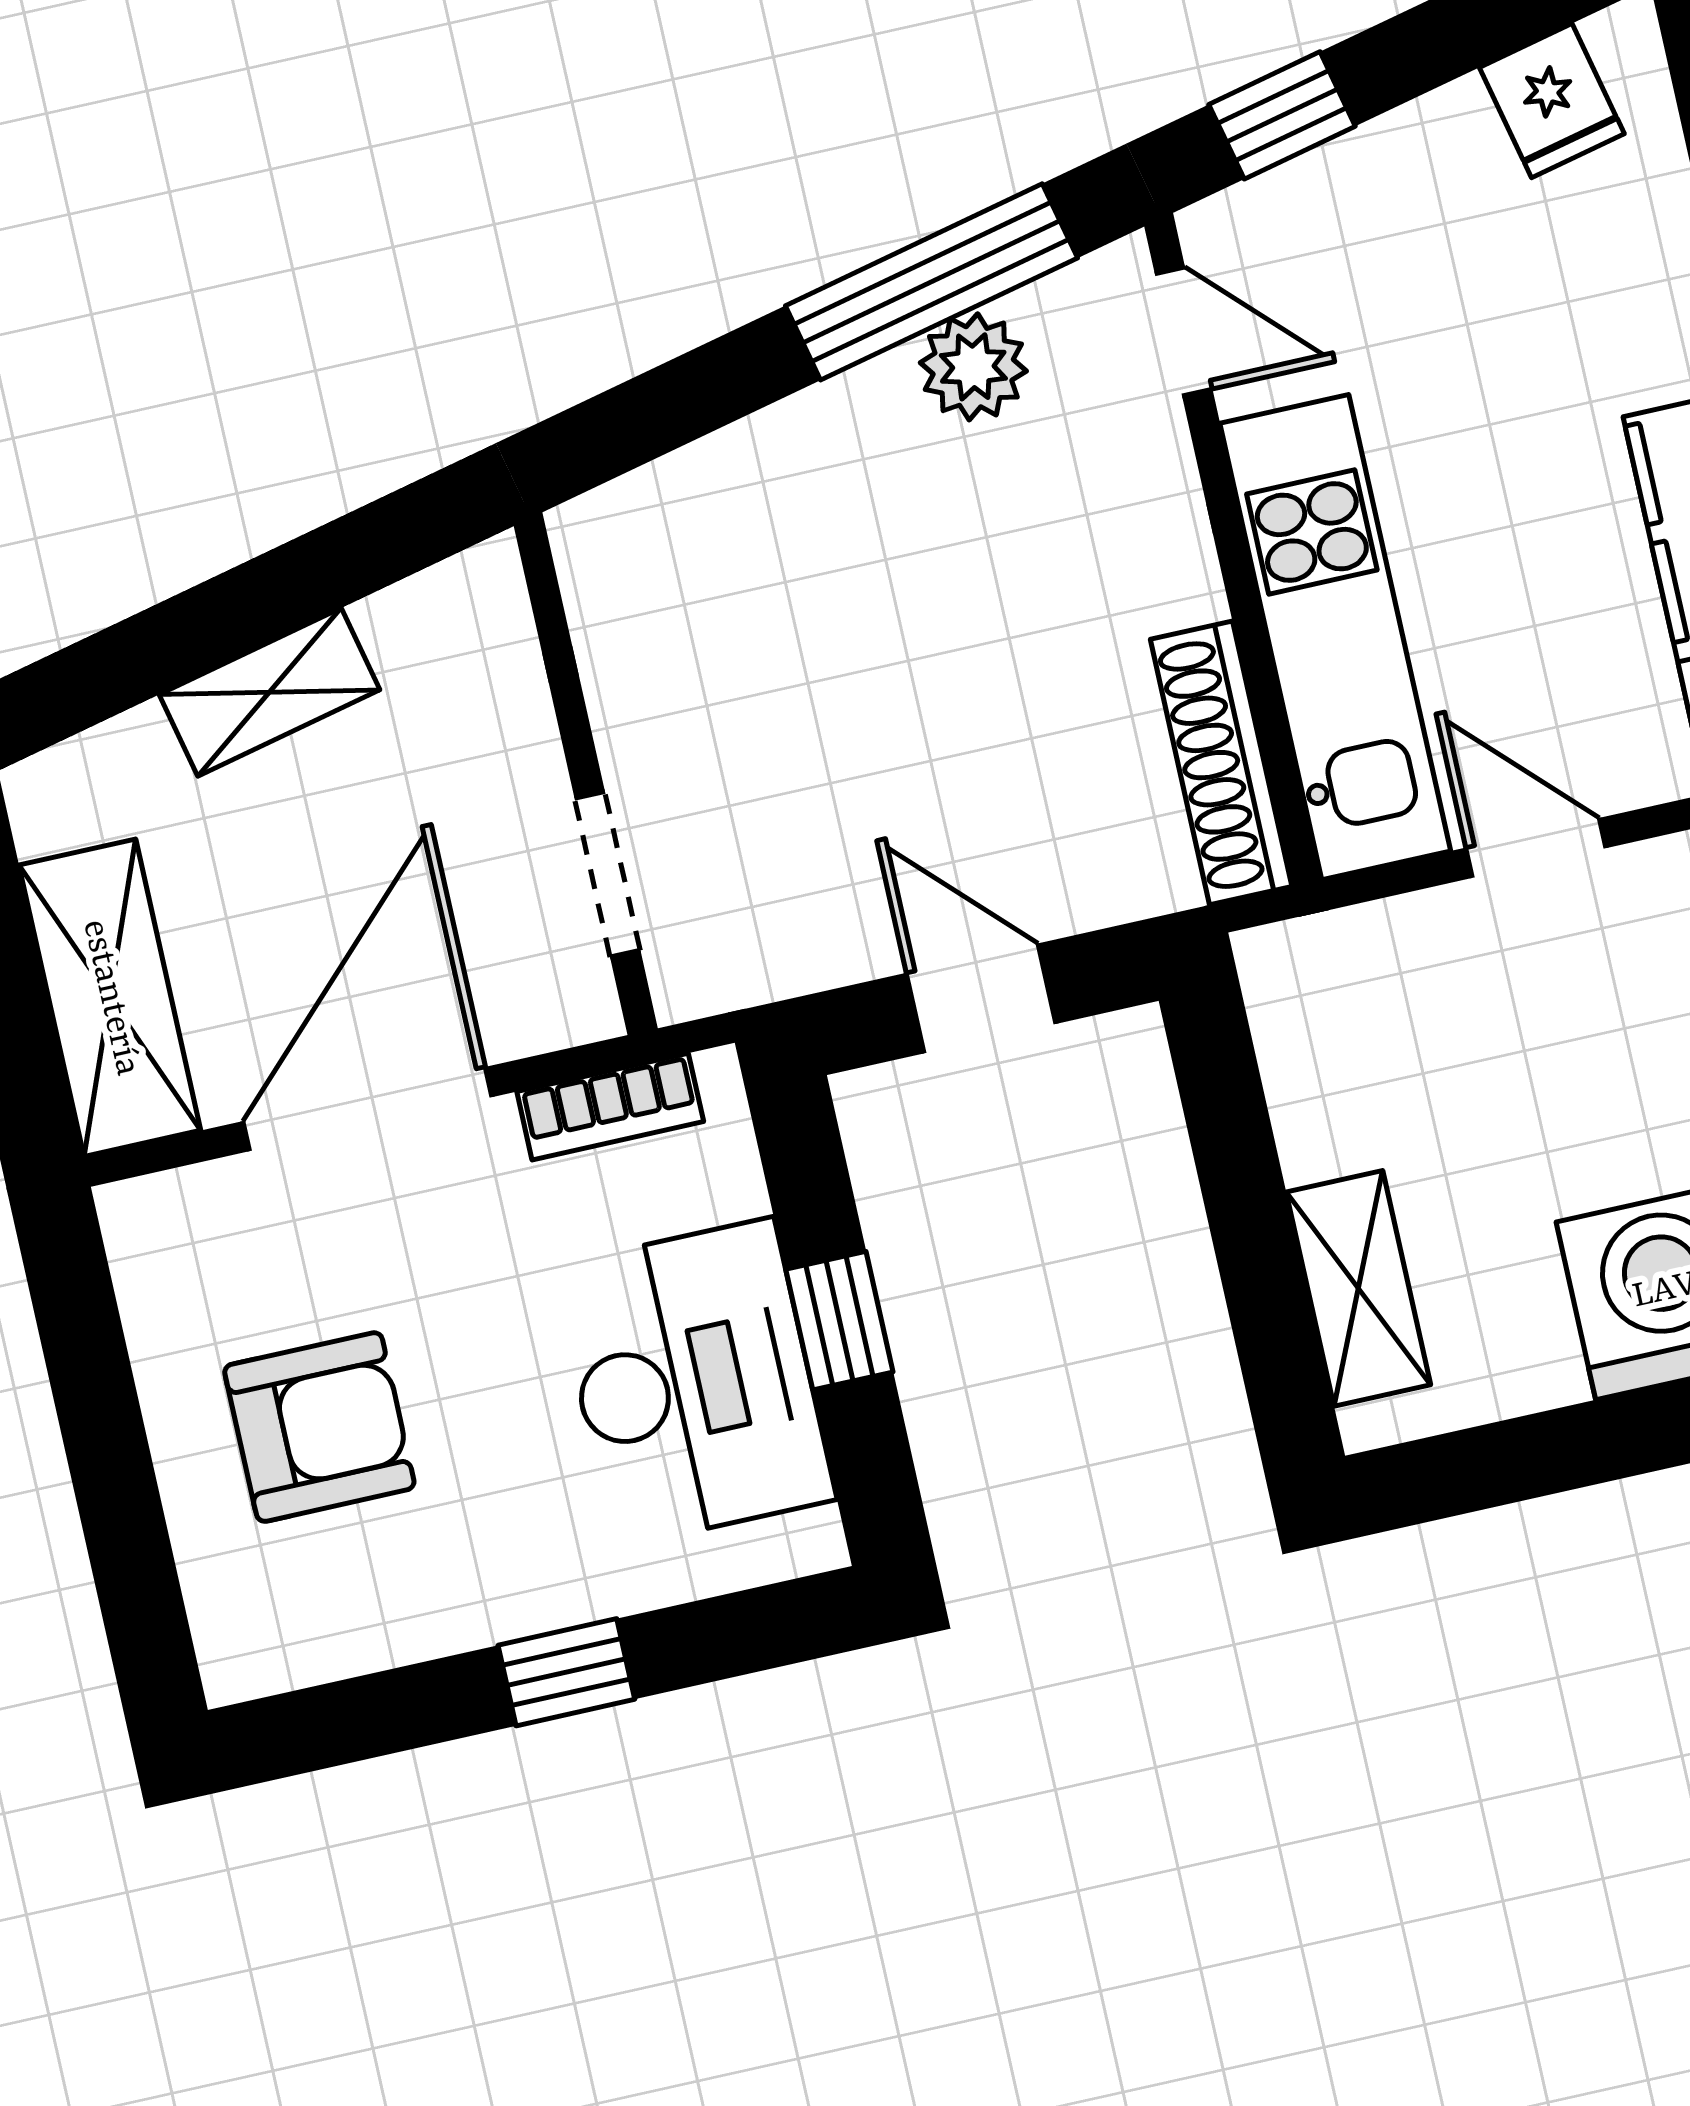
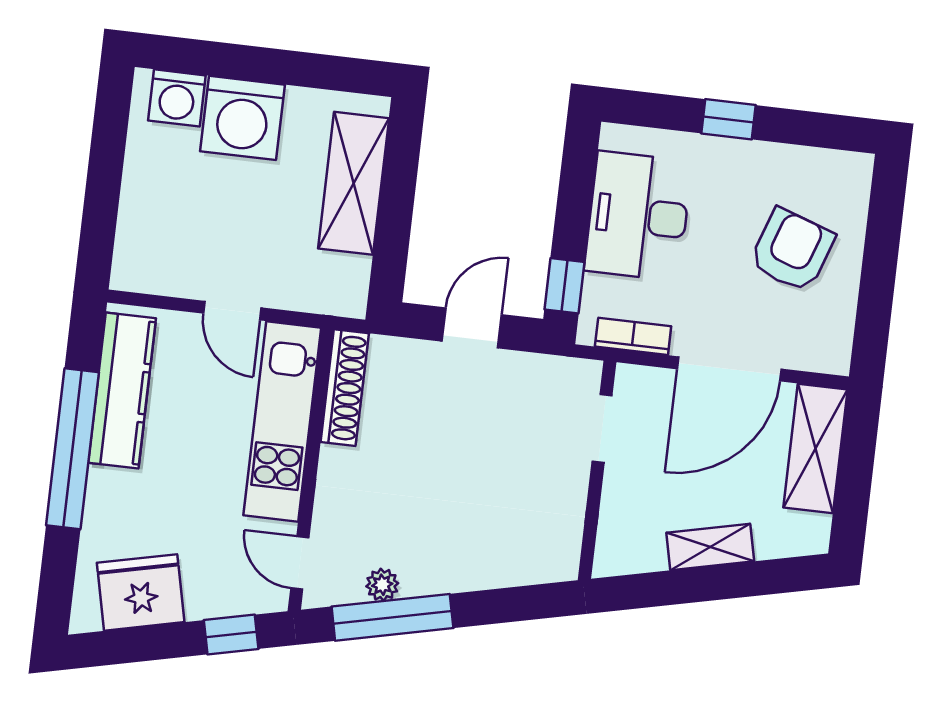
fridge: (1552, 101) -> (141, 592), width x1.88, depth x1.34
plant: (973, 367) -> (382, 585), width x0.73, depth x0.73
door: (981, 998) -> (472, 328), swing flipped
shelving: (1358, 1288) -> (354, 183), width x1.50, depth x1.33
window: (839, 1321) -> (565, 286), moved
armchair: (319, 1427) -> (792, 250), turned 109

